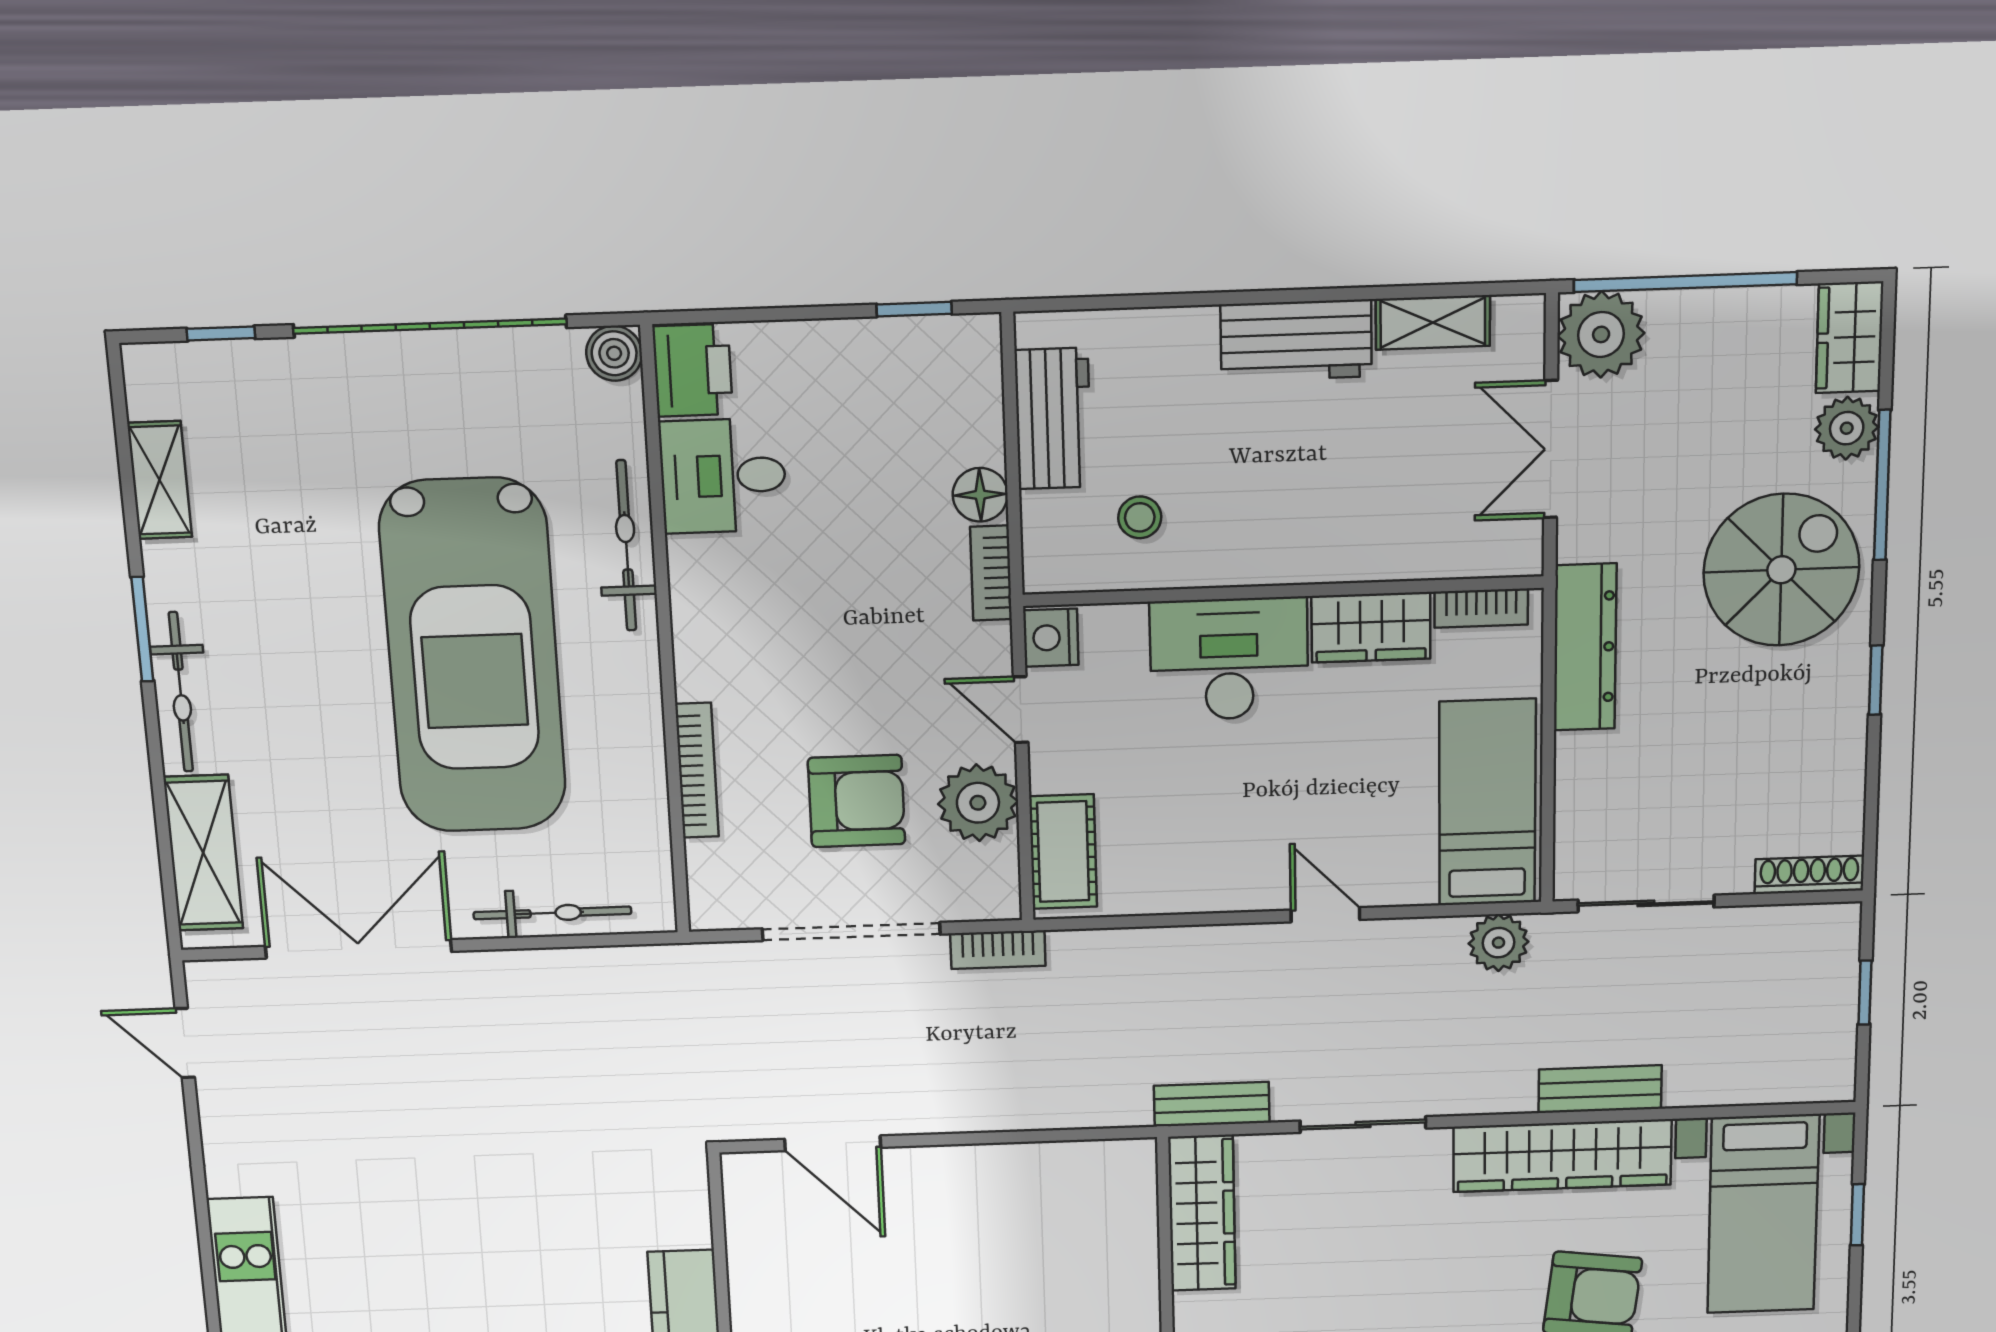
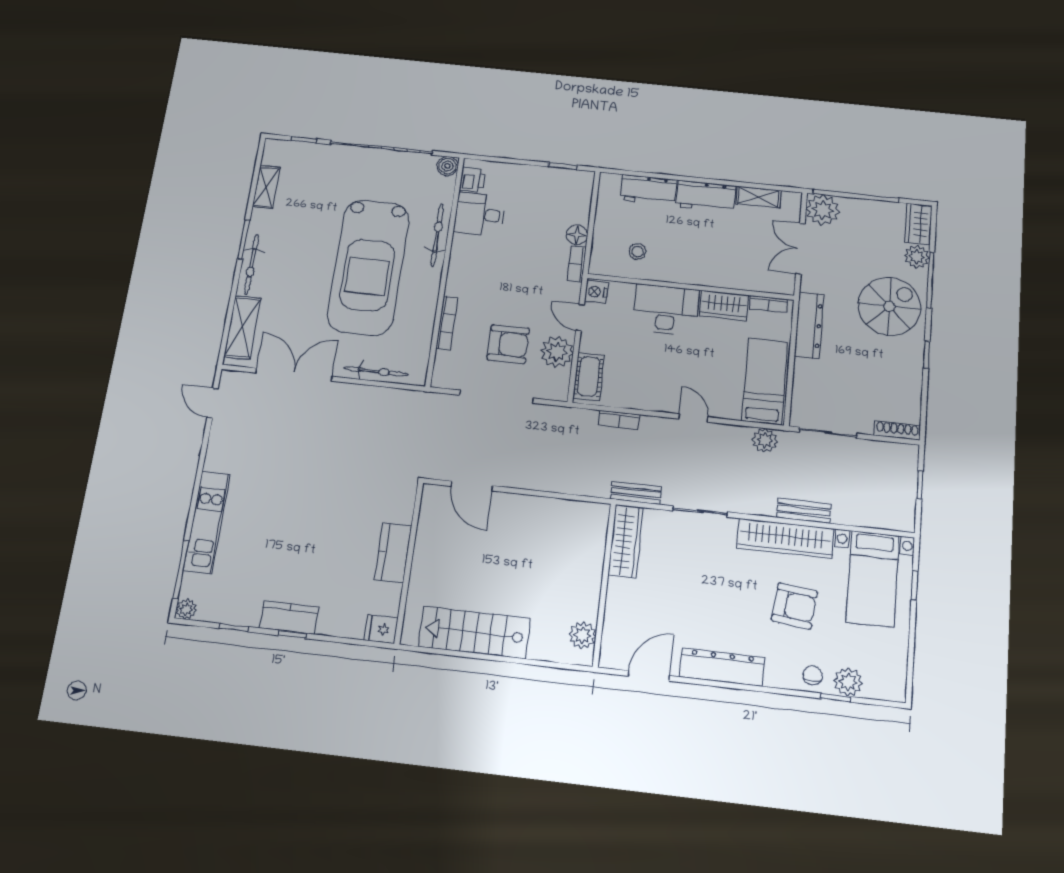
printer: (693, 370) -> (472, 180), width x0.73, depth x0.81
workbench: (1053, 419) -> (648, 190), moved, turned 90
bookcase: (998, 950) -> (619, 420), moved

